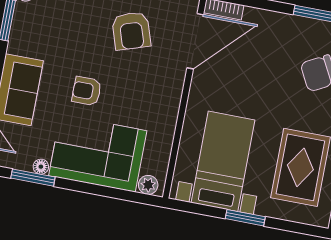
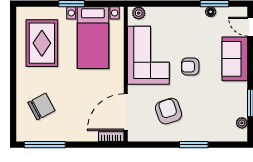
armchair: (87, 91) -> (190, 67), turned 180
corner sofa: (98, 153) -> (148, 55), moved, turned -90

